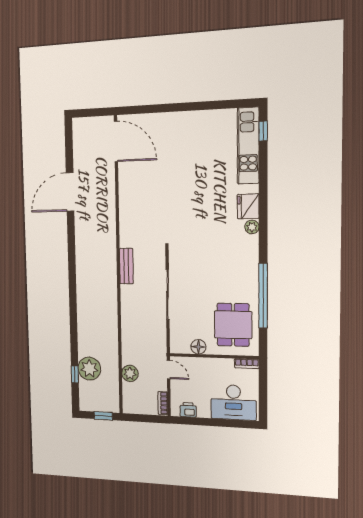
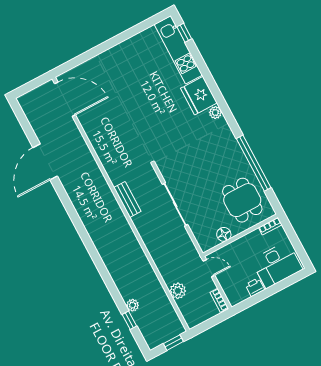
fridge: (248, 206) -> (199, 96), width x1.36, depth x1.34
plant: (89, 369) -> (133, 305), width x0.53, depth x0.53
printer: (188, 410) -> (255, 287), moved

